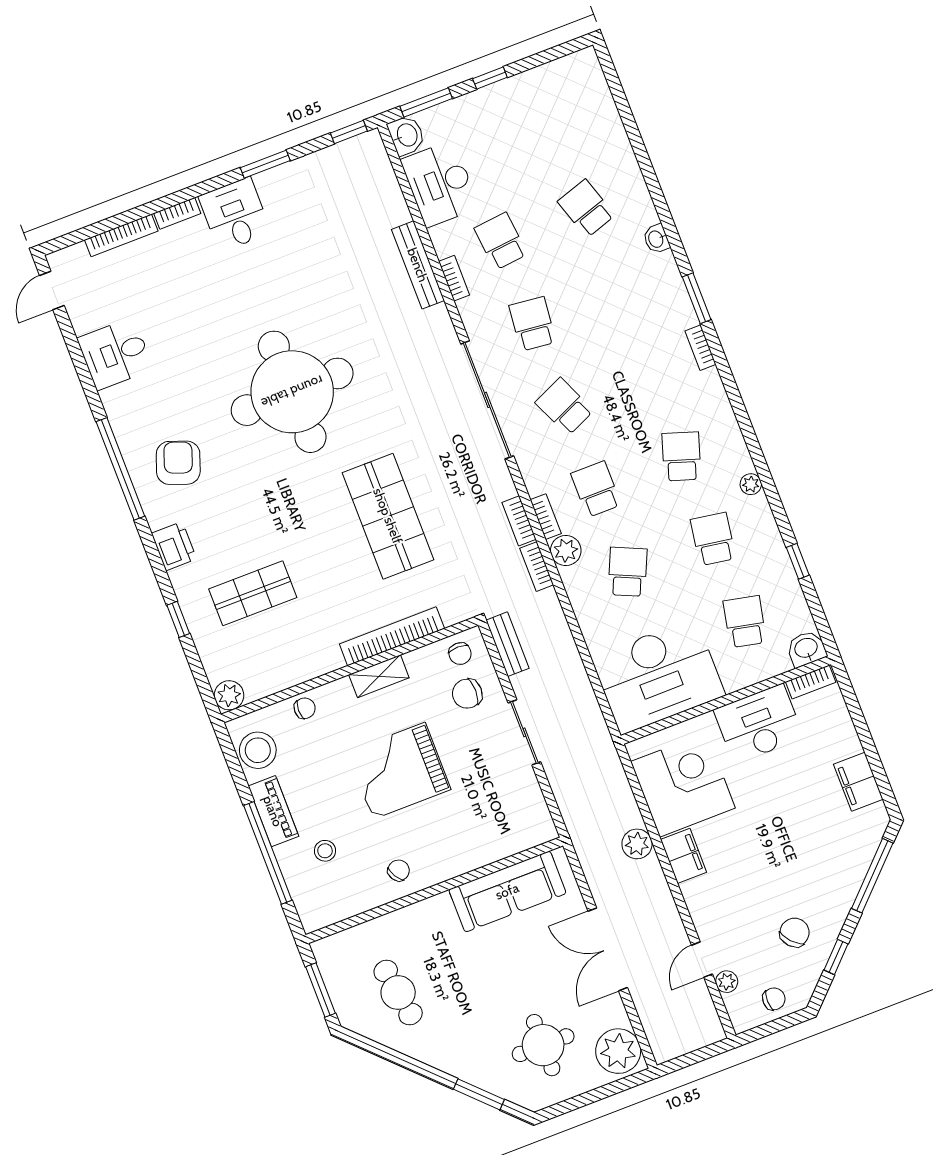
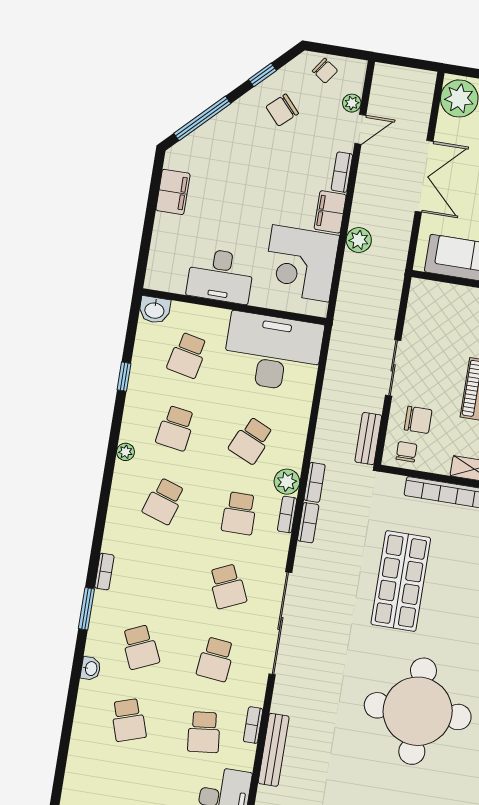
school desk: (618, 291) -> (140, 647), added
bookcase: (811, 682) -> (342, 172), moved, turned -90
chair: (774, 999) -> (325, 71), turned -145

